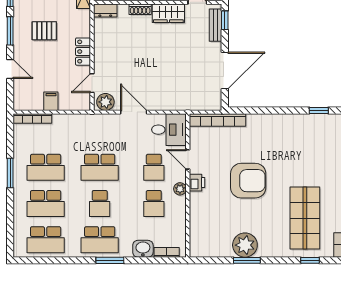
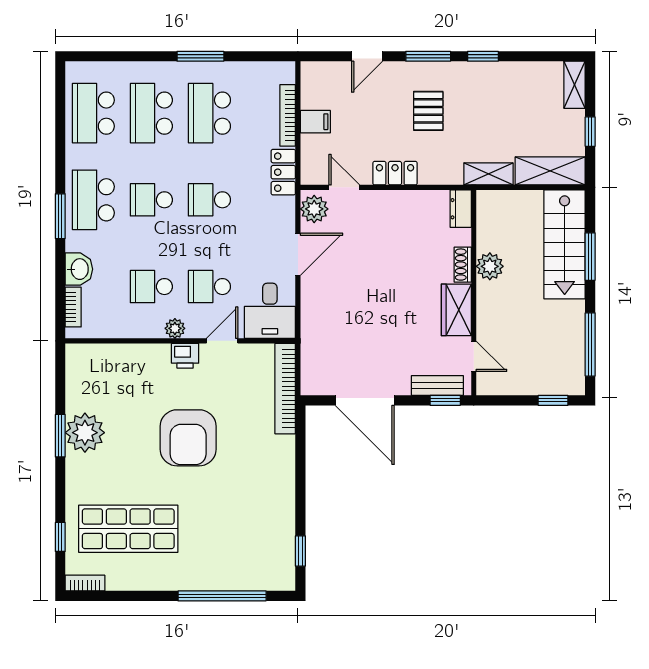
bookcase: (32, 119) -> (288, 115), moved
locker: (82, 121) -> (283, 172), added
school desk: (100, 167) -> (209, 200), width x0.54

